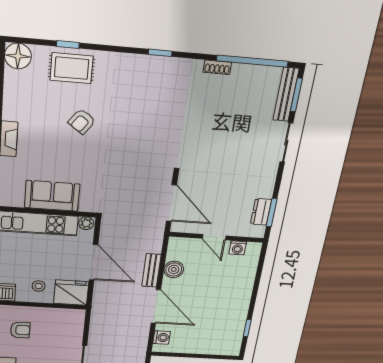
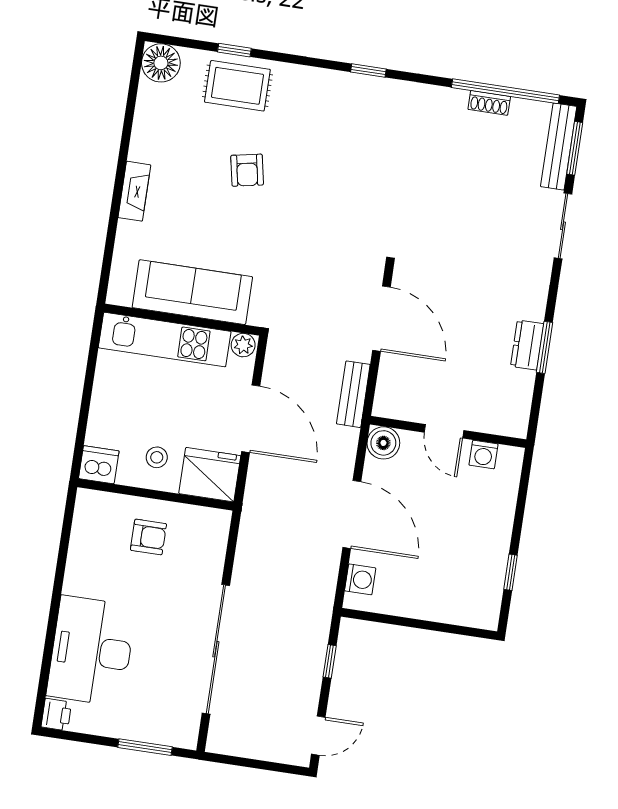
shoe rack: (217, 67) -> (489, 103), moved
armchair: (82, 121) -> (247, 170), turned -47
sofa: (52, 196) -> (192, 292), width x1.36
door: (214, 237) -> (444, 431), moved
wall: (217, 237) -> (448, 432), moved
washing machine: (238, 248) -> (483, 455), moved
bench: (151, 270) -> (353, 394), moved
armchair: (20, 330) -> (148, 537), moved

